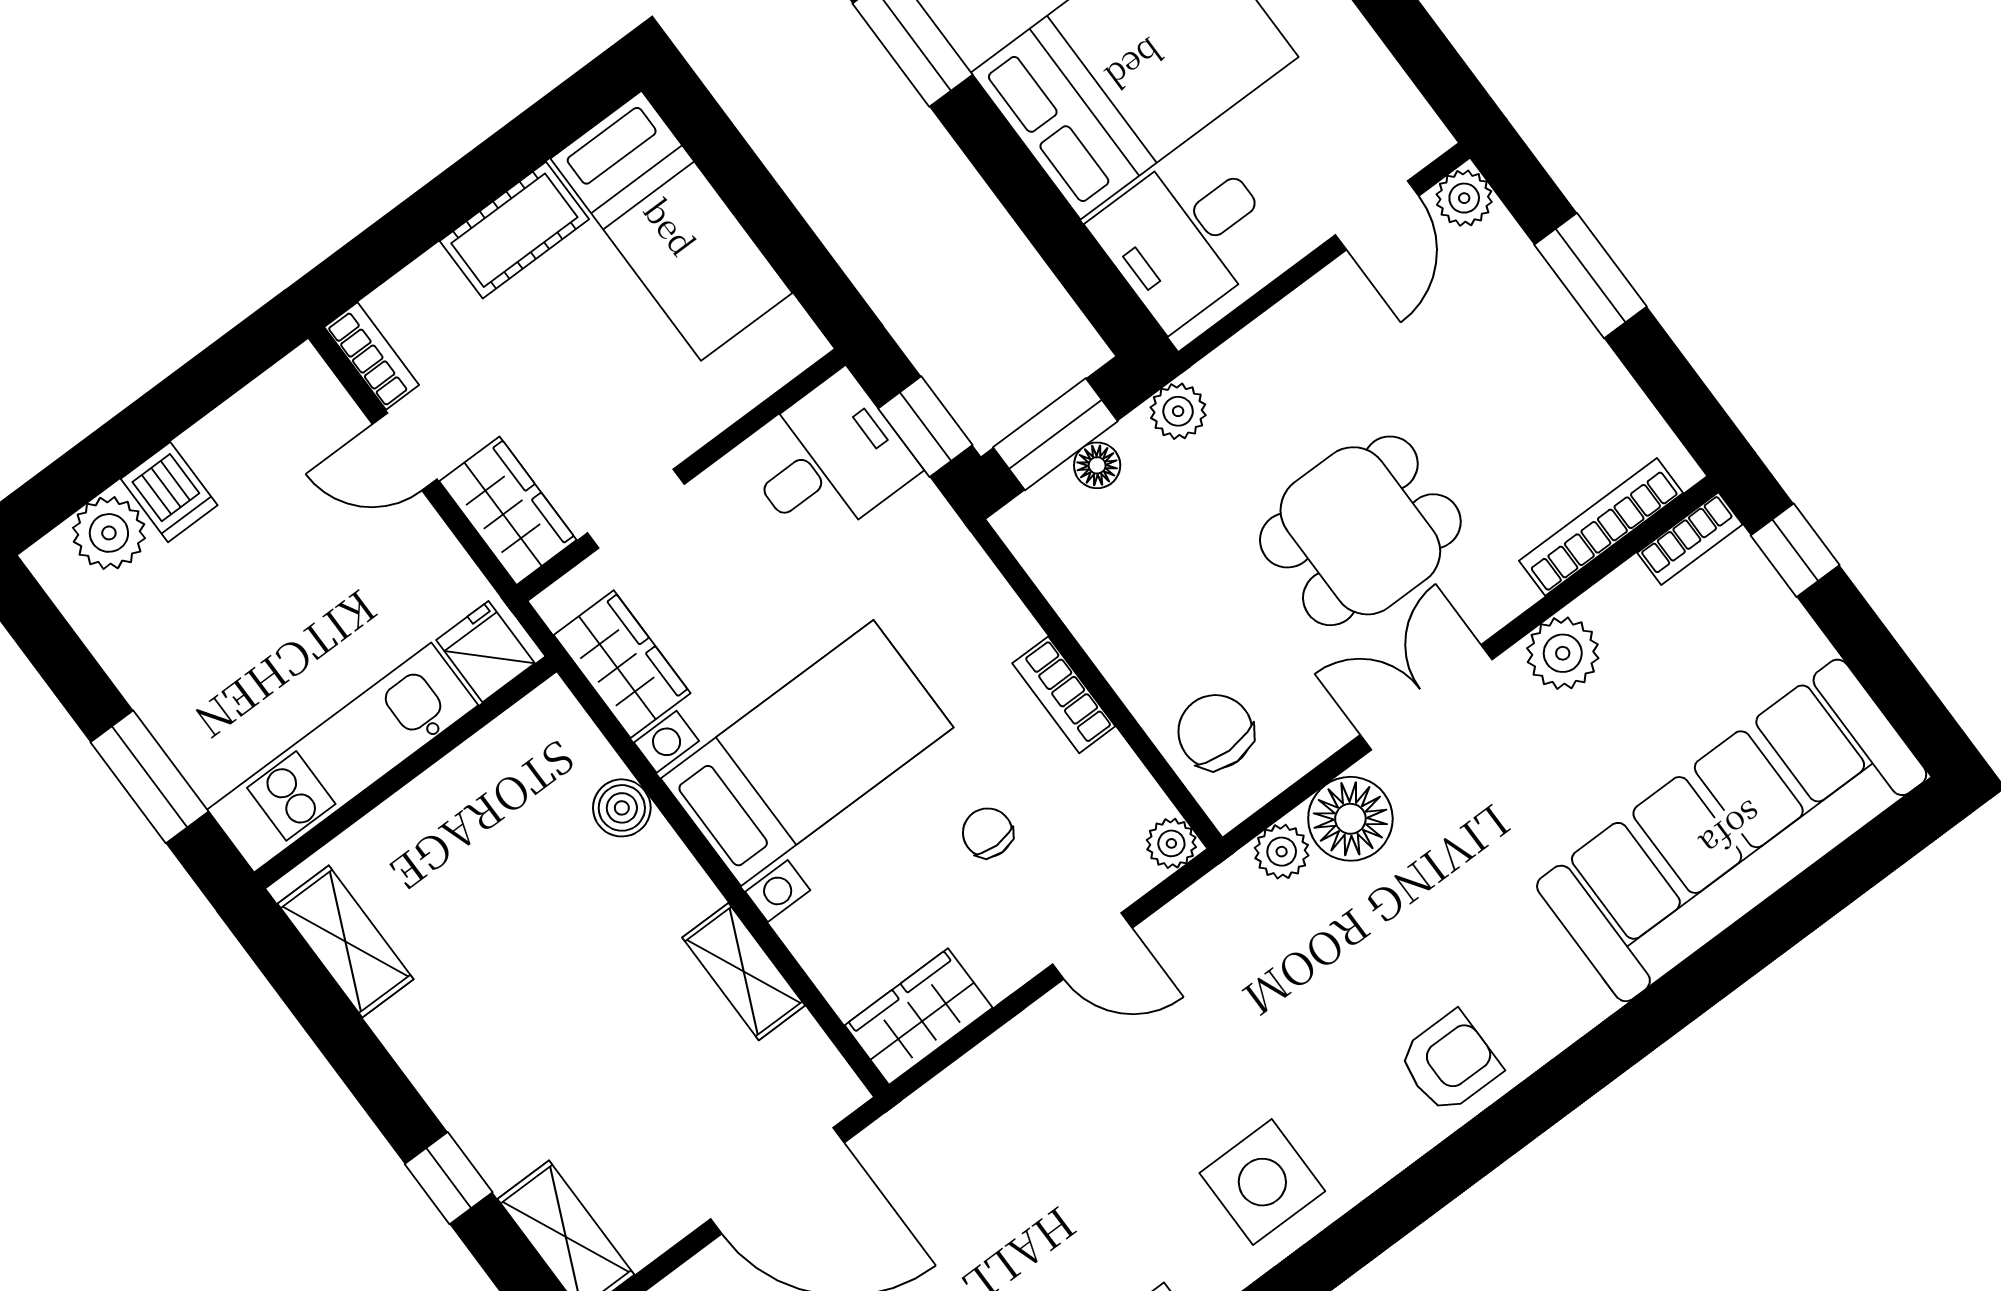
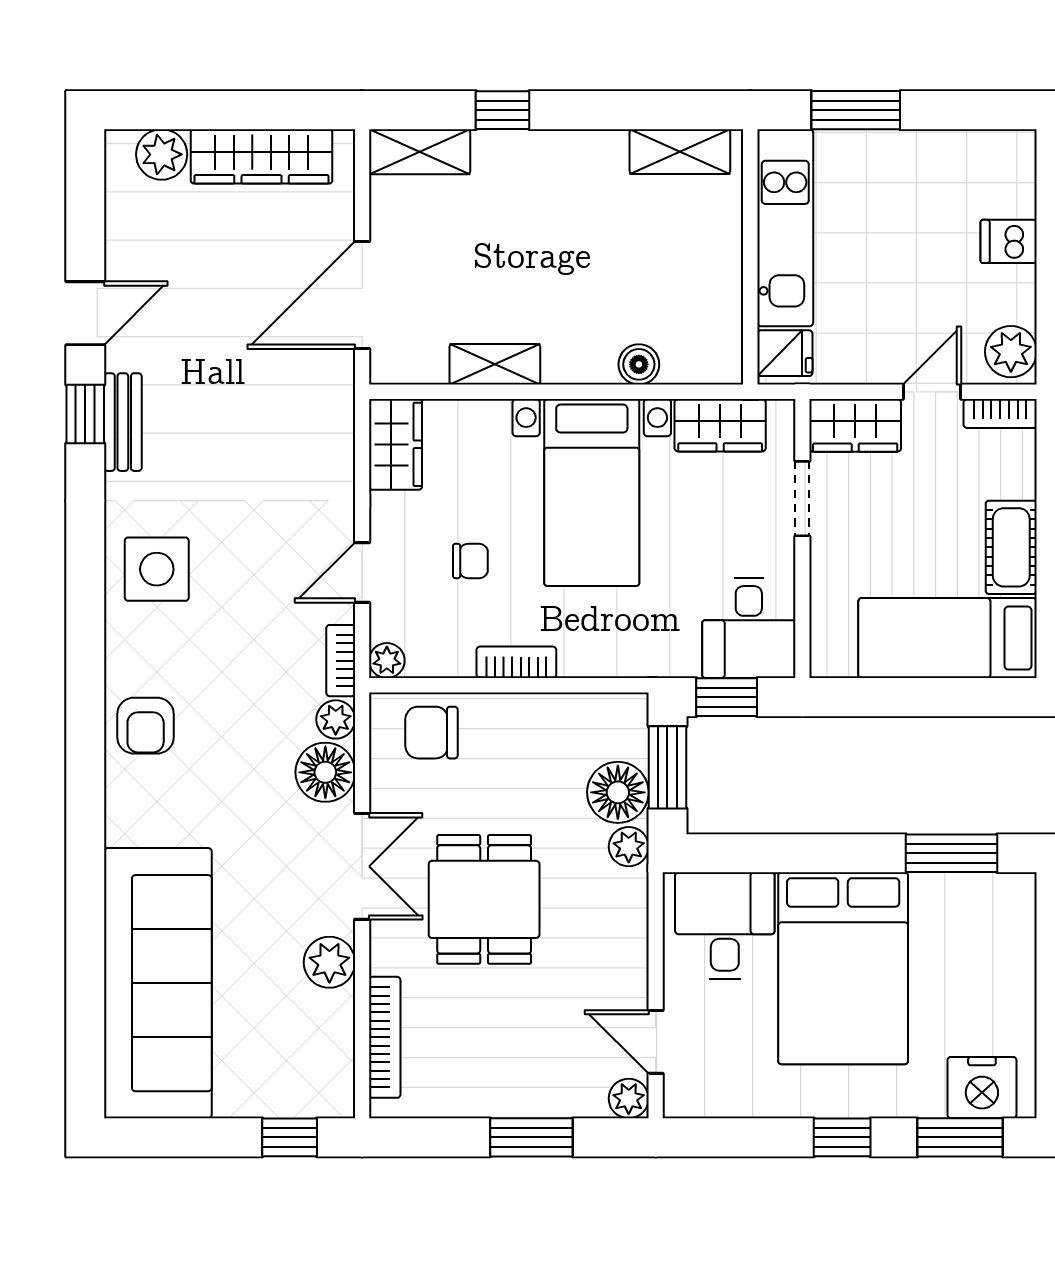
floor lamp: (1097, 465) -> (618, 792), width x1.89, depth x1.89
plant: (109, 533) -> (1011, 352), moved
bookcase: (1690, 539) -> (341, 661), moved
chair: (1215, 732) -> (431, 733), turned 180

